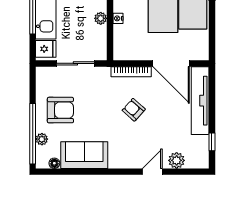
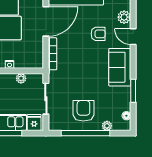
plant: (101, 18) -> (21, 78), moved
armchair: (134, 110) -> (98, 34), moved, turned -132
window: (33, 134) -> (85, 133), moved
sofa: (84, 155) -> (120, 67), moved
window: (85, 172) -> (133, 91), added

